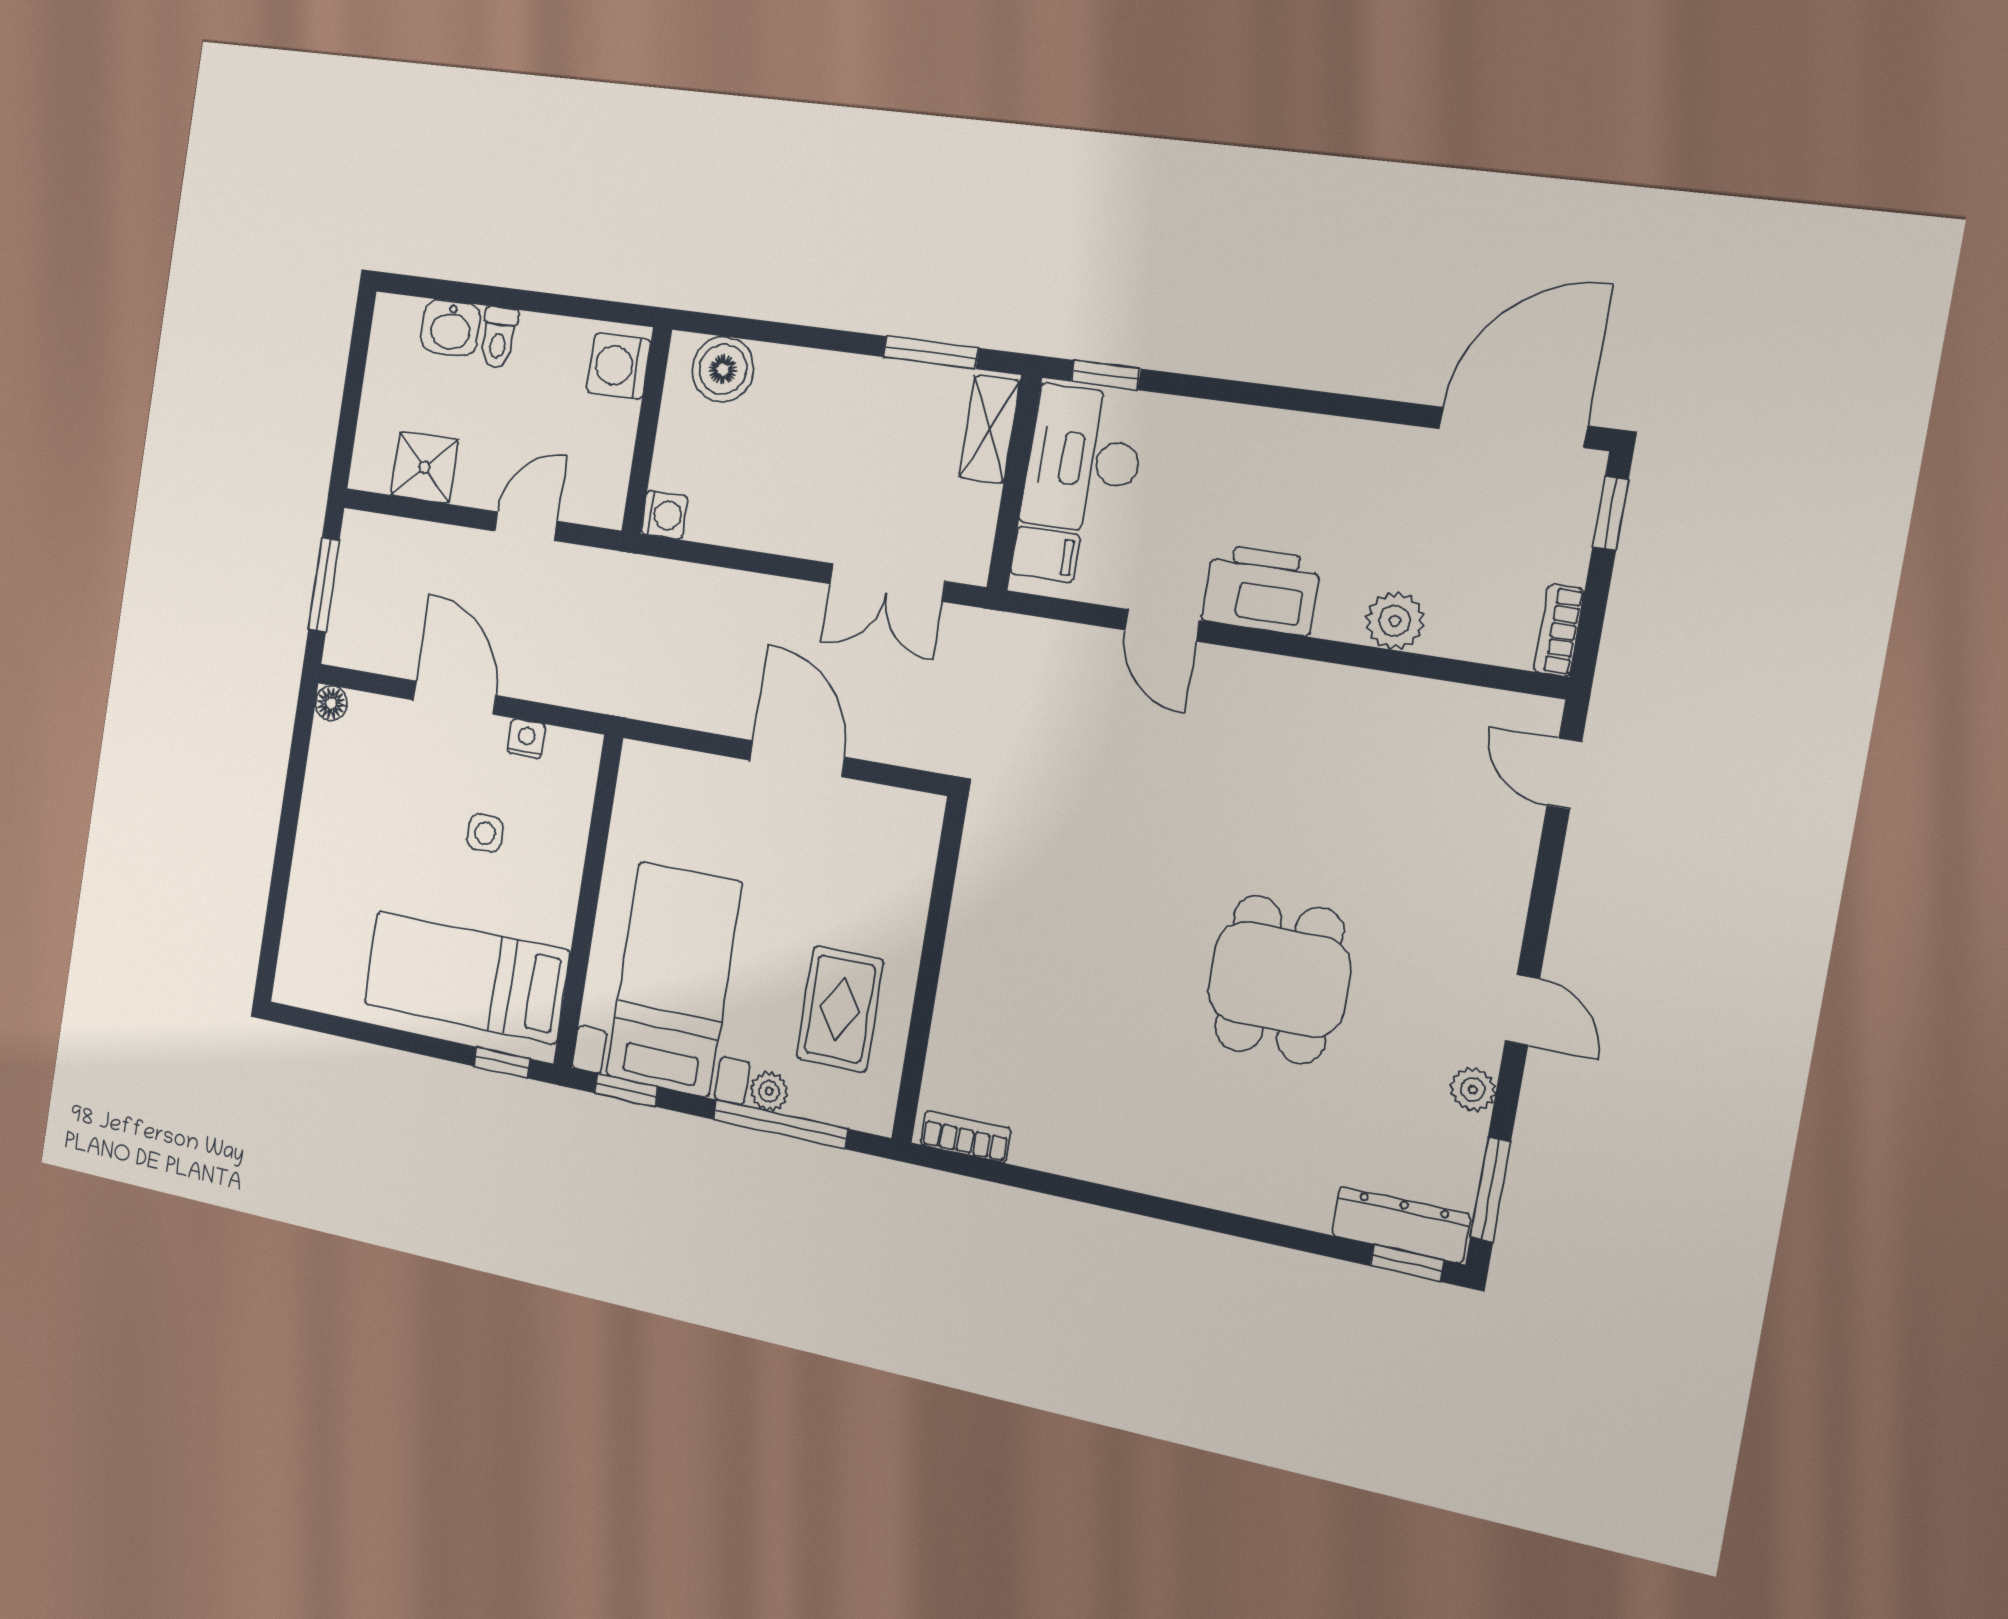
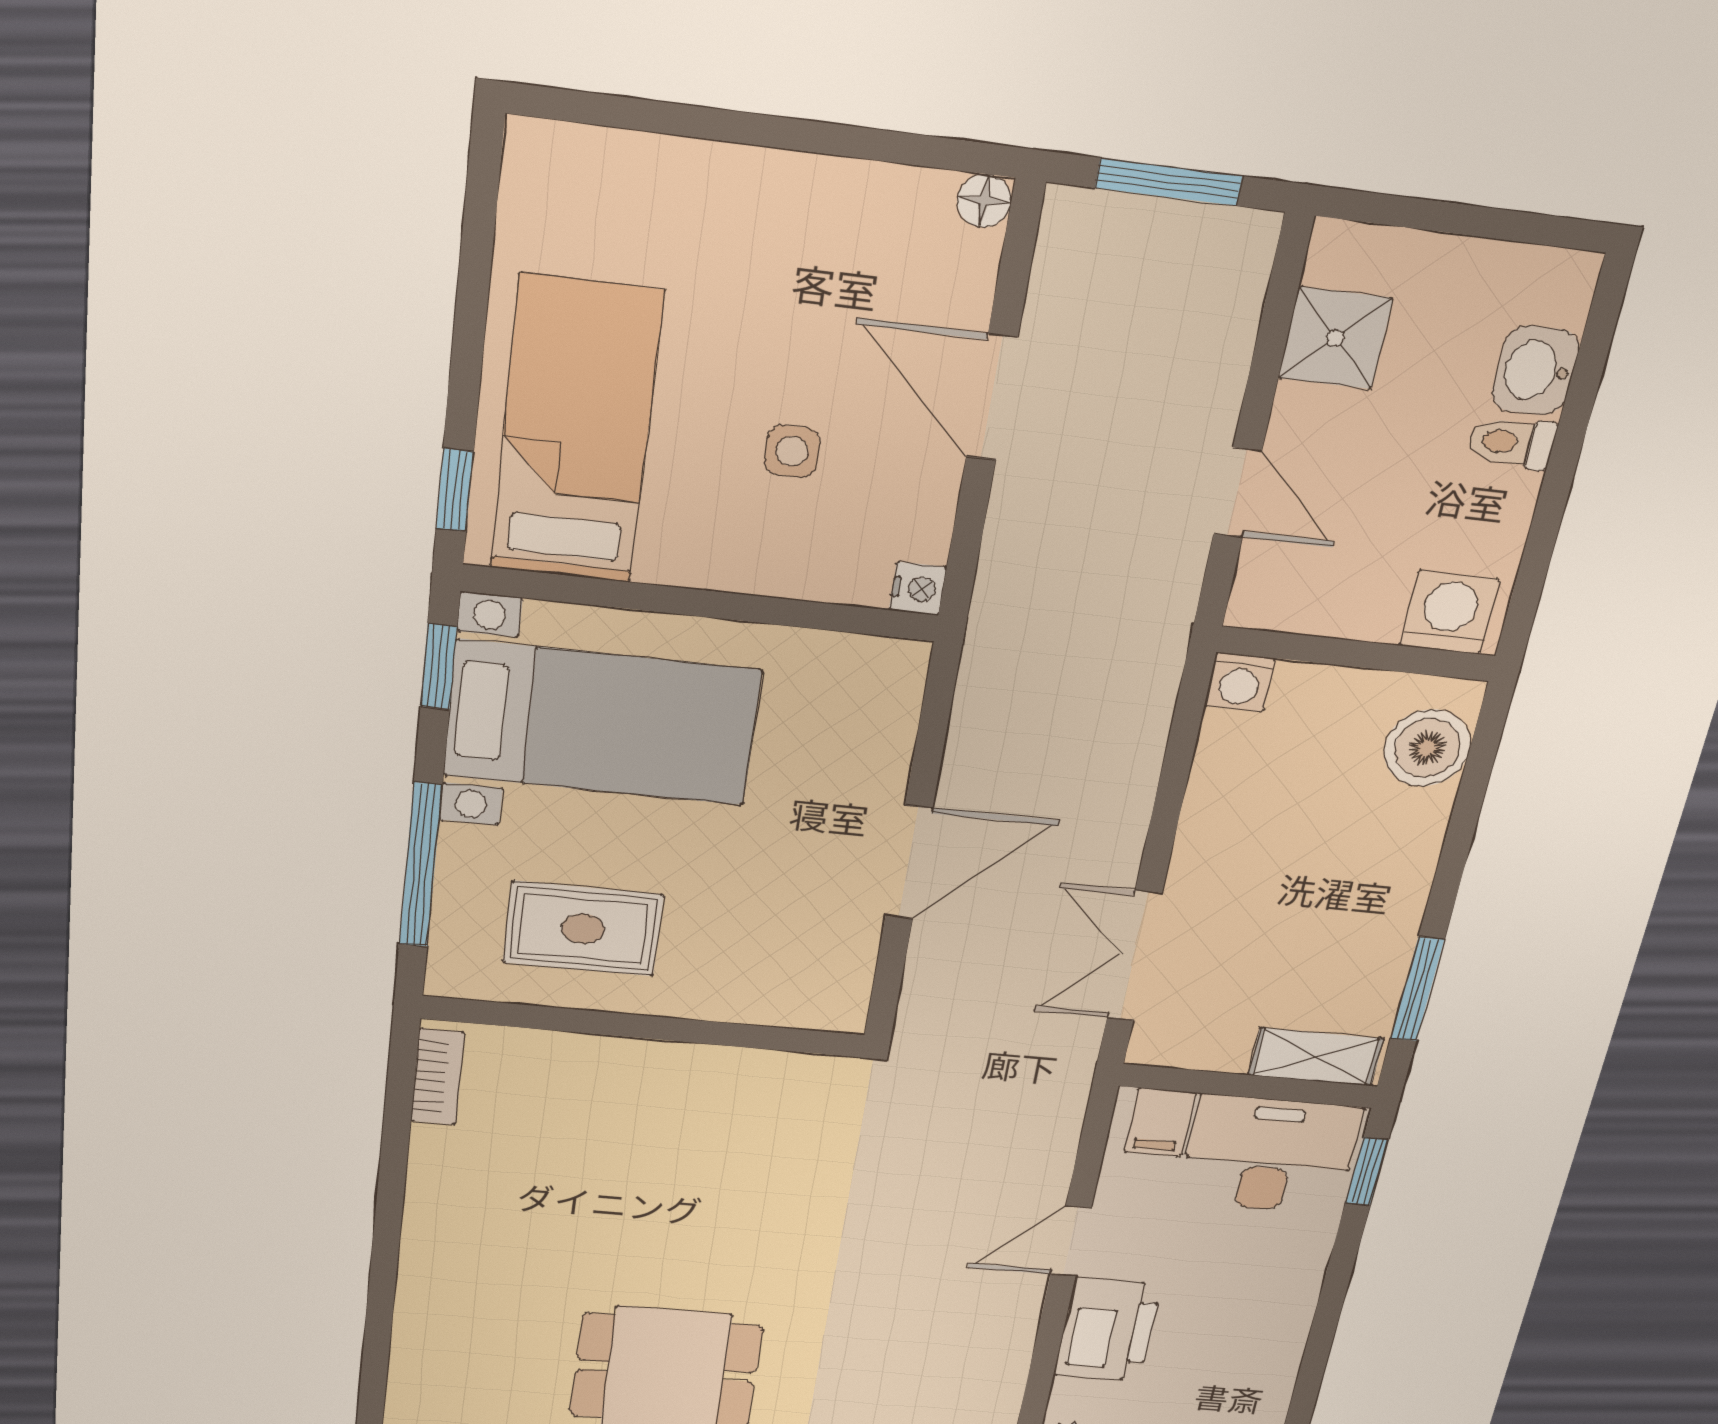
door: (454, 698) -> (992, 397), swing flipped
nightstand: (526, 739) -> (918, 589), moved
plant: (769, 1091) -> (463, 850), removed

